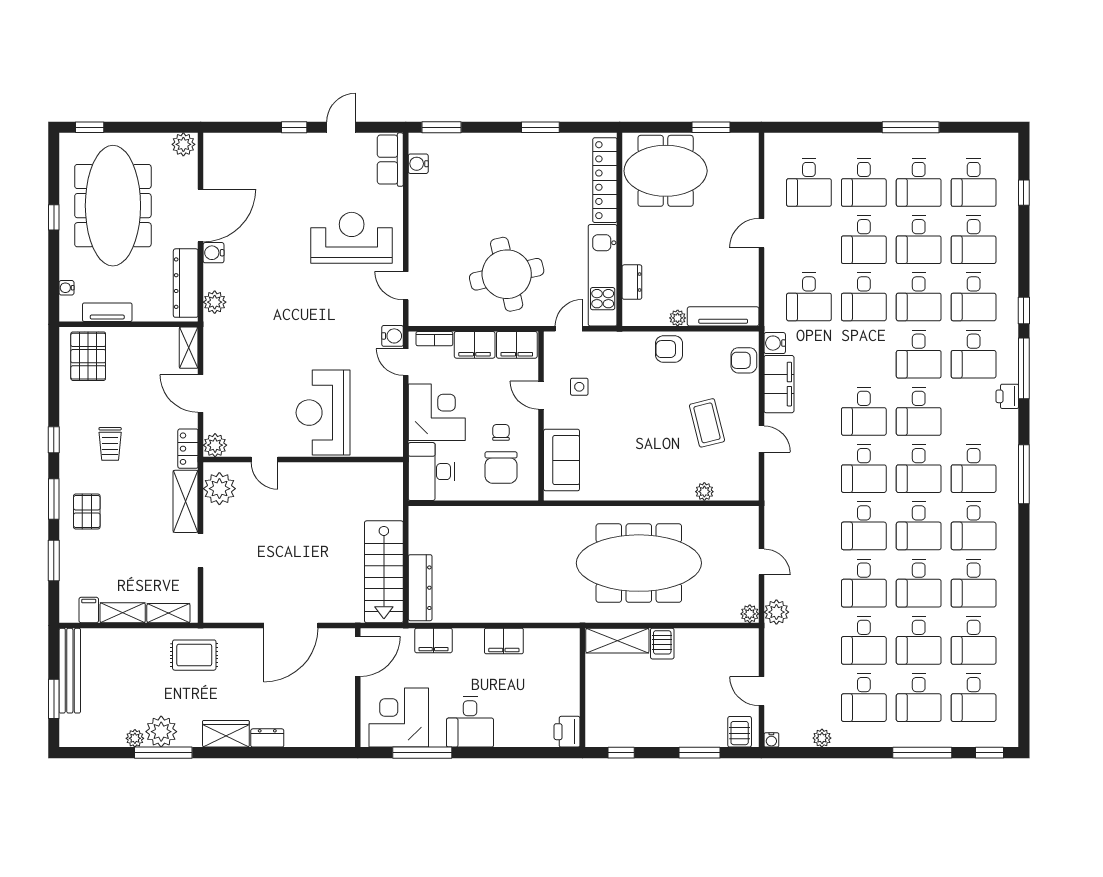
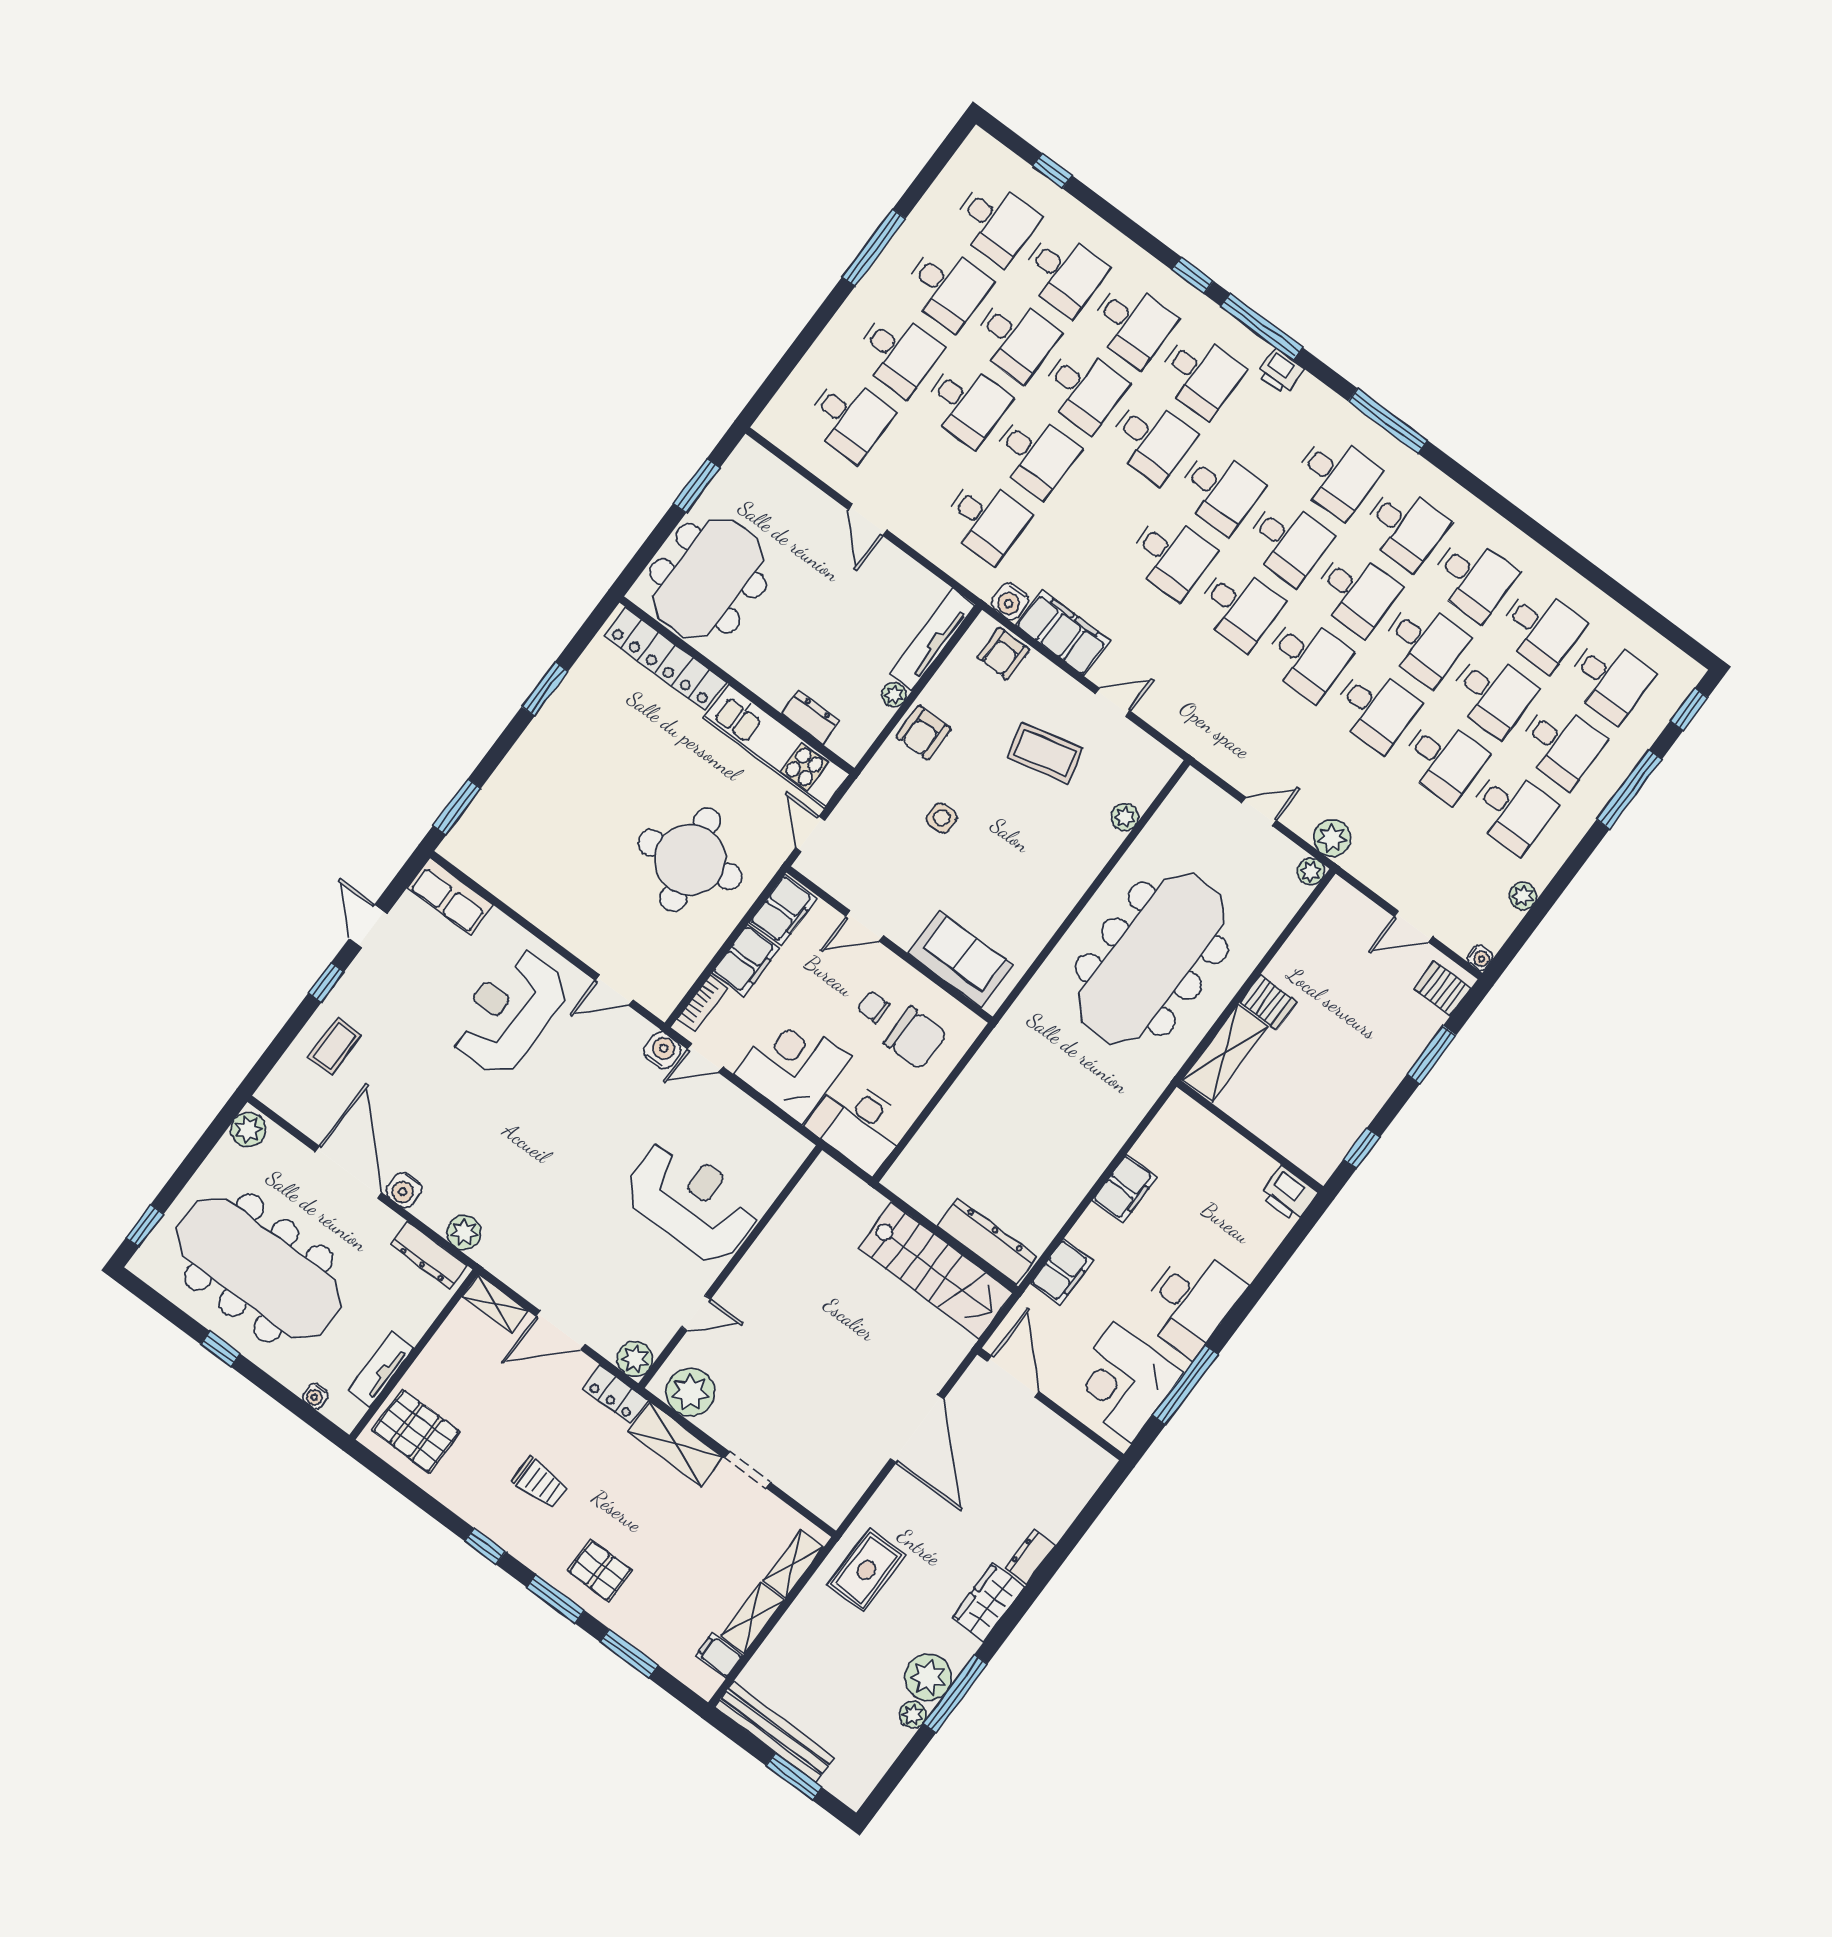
coffee table: (263, 157) -> (335, 1046), added
water cooler: (418, 164) -> (480, 867), removed
dresser: (186, 283) -> (429, 1255), width x0.73, depth x0.80
side table: (579, 387) -> (942, 818), moved
reception desk: (323, 413) -> (692, 1201), turned 180
desk: (470, 722) -> (1191, 1301), width x1.37

